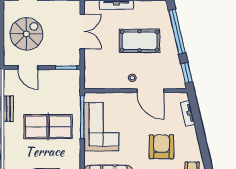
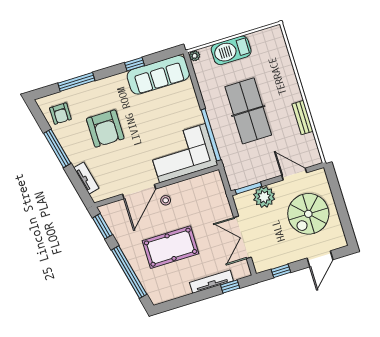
plant: (56, 57) -> (264, 197), added
door: (150, 91) -> (139, 192), swing flipped
table tennis table: (48, 127) -> (248, 111), turned 90
corner sofa: (101, 127) -> (182, 153), moved, turned 90
window: (203, 143) -> (57, 148), added

